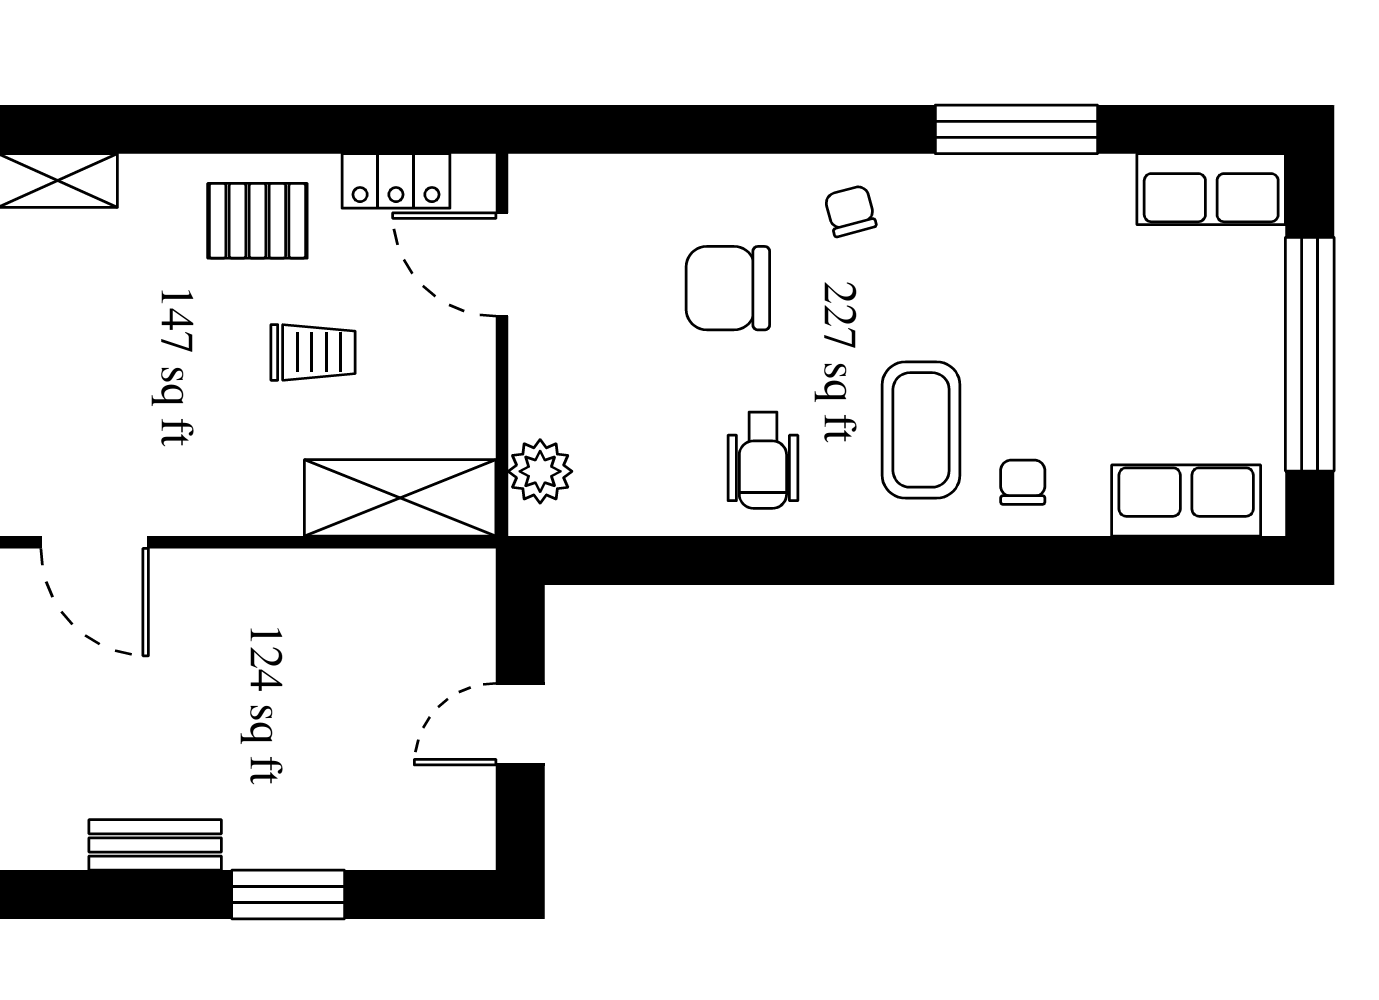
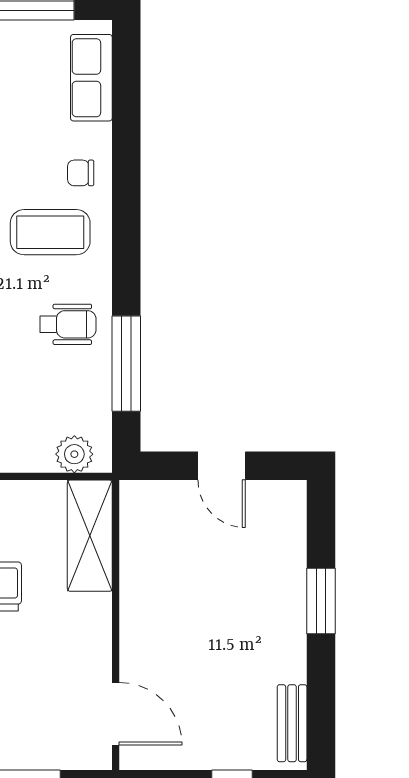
door: (95, 542) -> (116, 714), hinge flipped
window: (695, 561) -> (126, 364), added
bench: (155, 845) -> (292, 723), moved

